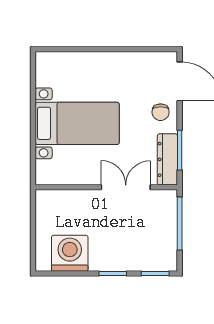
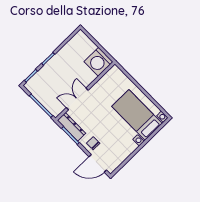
bed with nightstands: (77, 123) -> (137, 115), moved, turned 90
double door: (126, 187) -> (77, 99), swing flipped
washing machine: (70, 253) -> (98, 62), moved, turned 90

